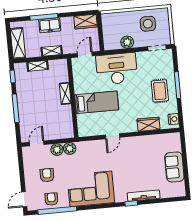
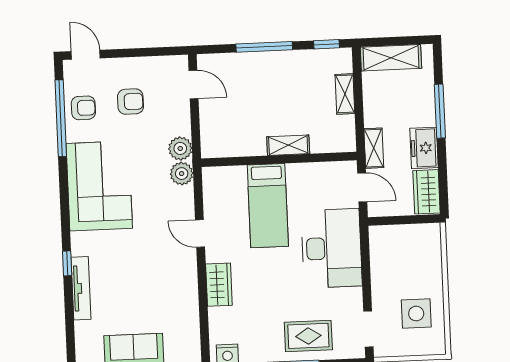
freezer: (50, 25) -> (424, 148), moved
plant: (127, 42) -> (382, 271), removed
shelving: (52, 51) -> (374, 148), moved
rug: (160, 91) -> (308, 336), moved
wardrobe: (149, 124) -> (219, 285), moved
plant: (57, 150) -> (182, 174), moved

